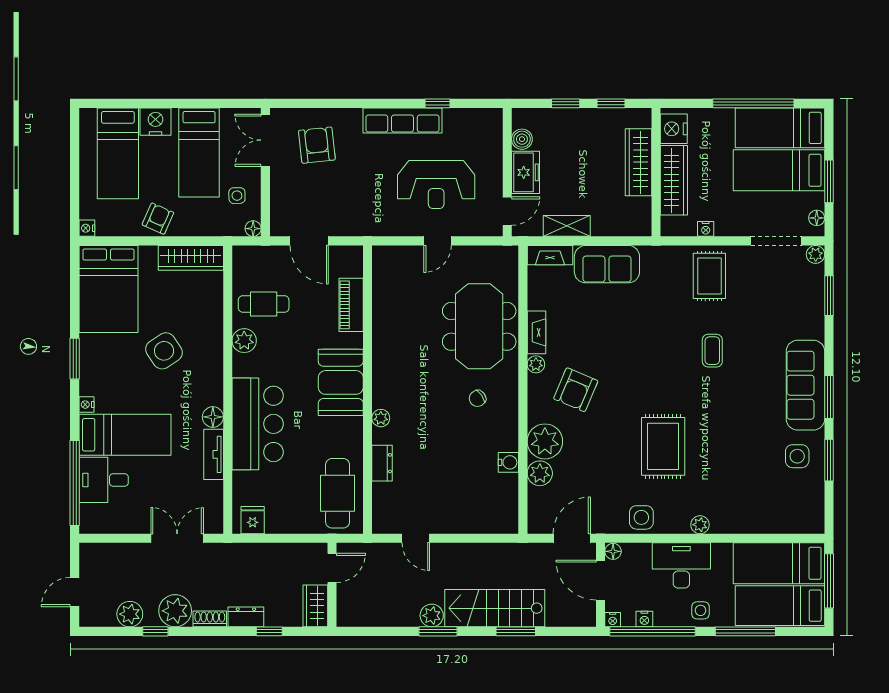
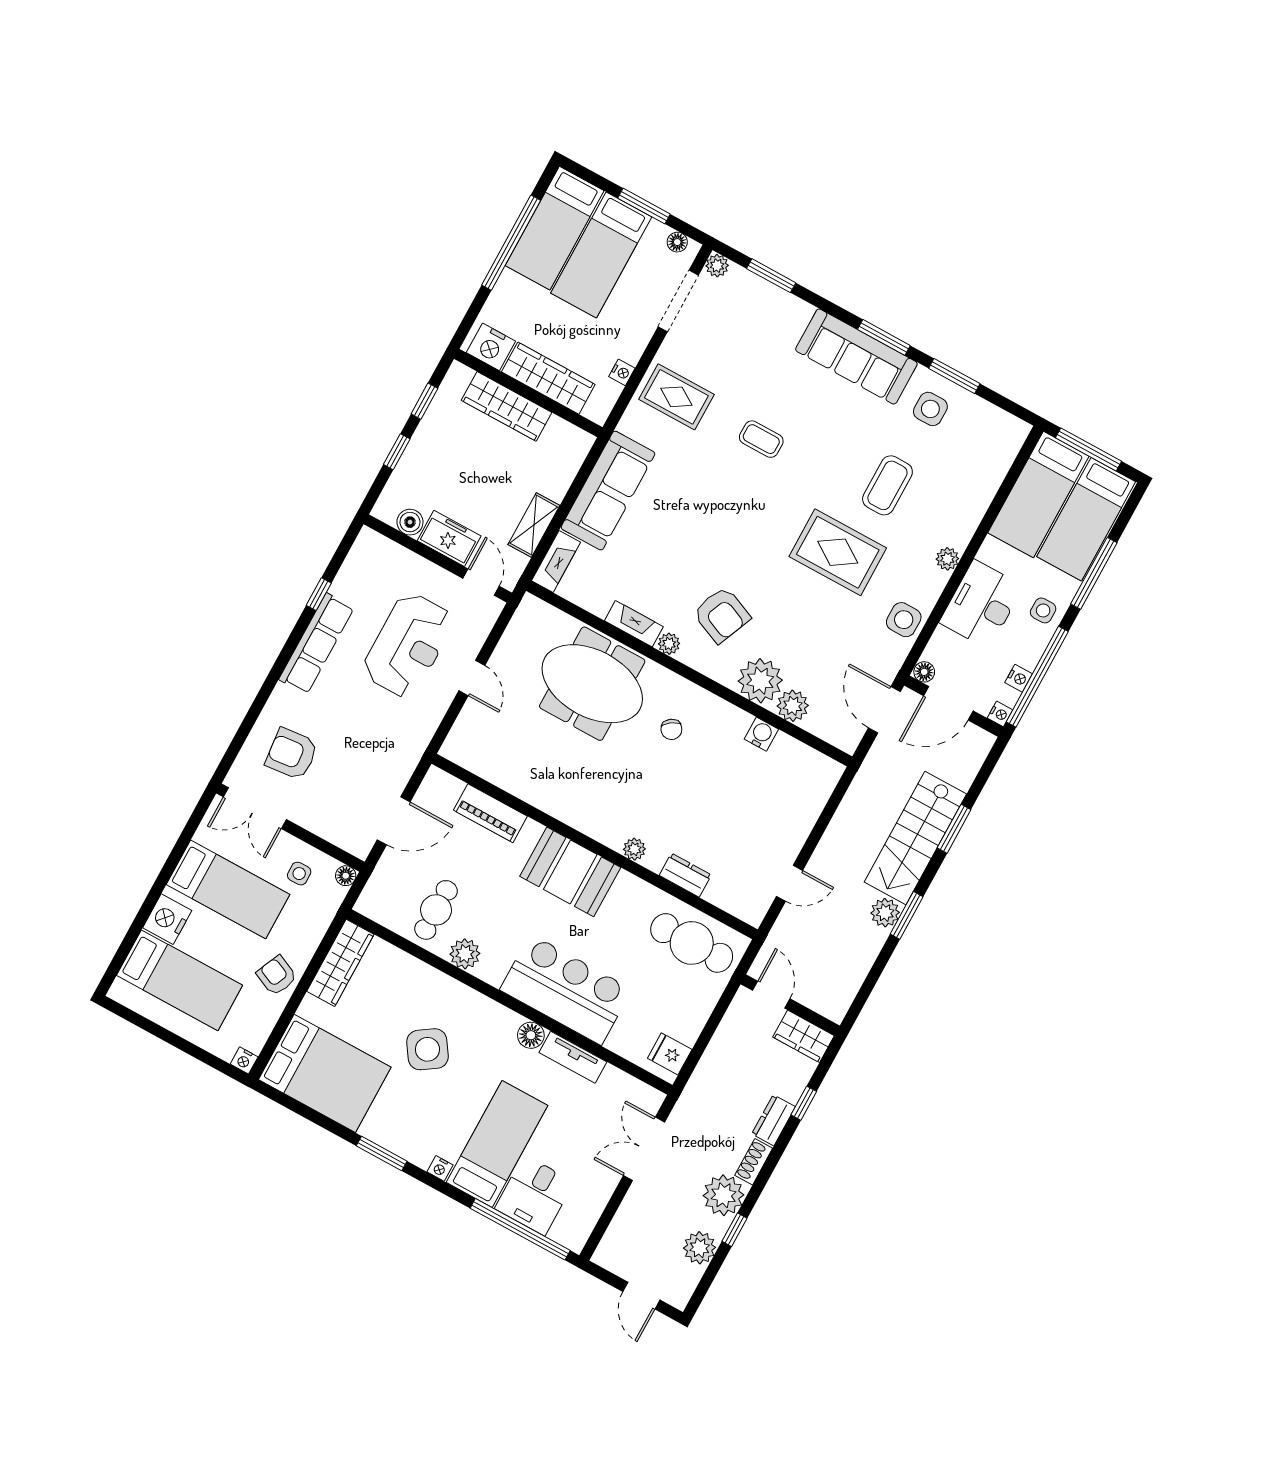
sofa: (607, 264) -> (608, 491), width x1.36
coffee table: (728, 455) -> (887, 485), added

